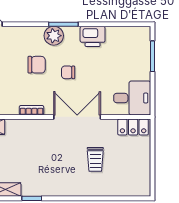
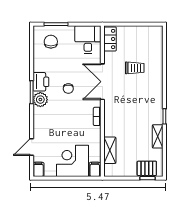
printer: (93, 36) -> (41, 82), moved
chair: (37, 65) -> (51, 42), moved

